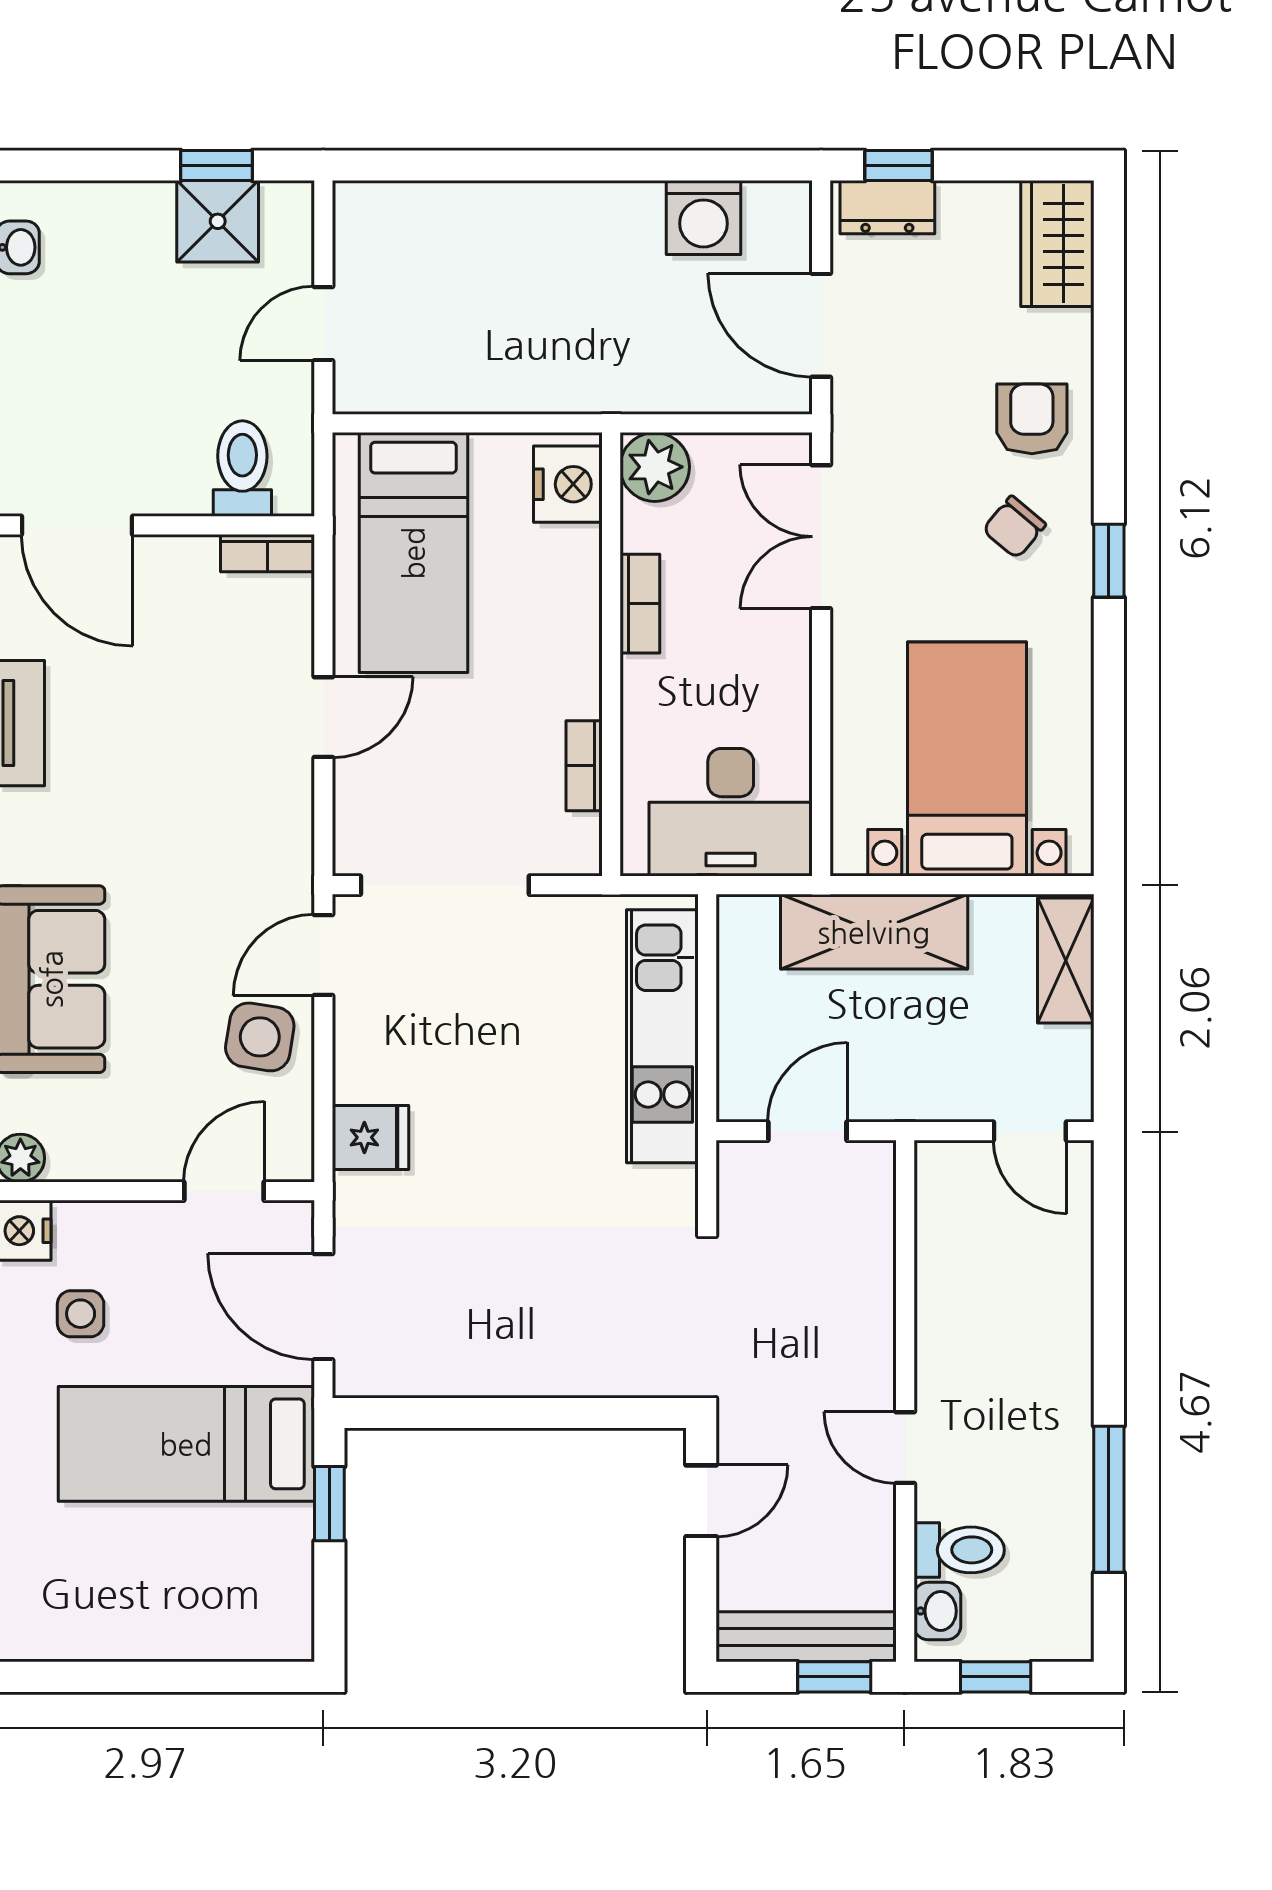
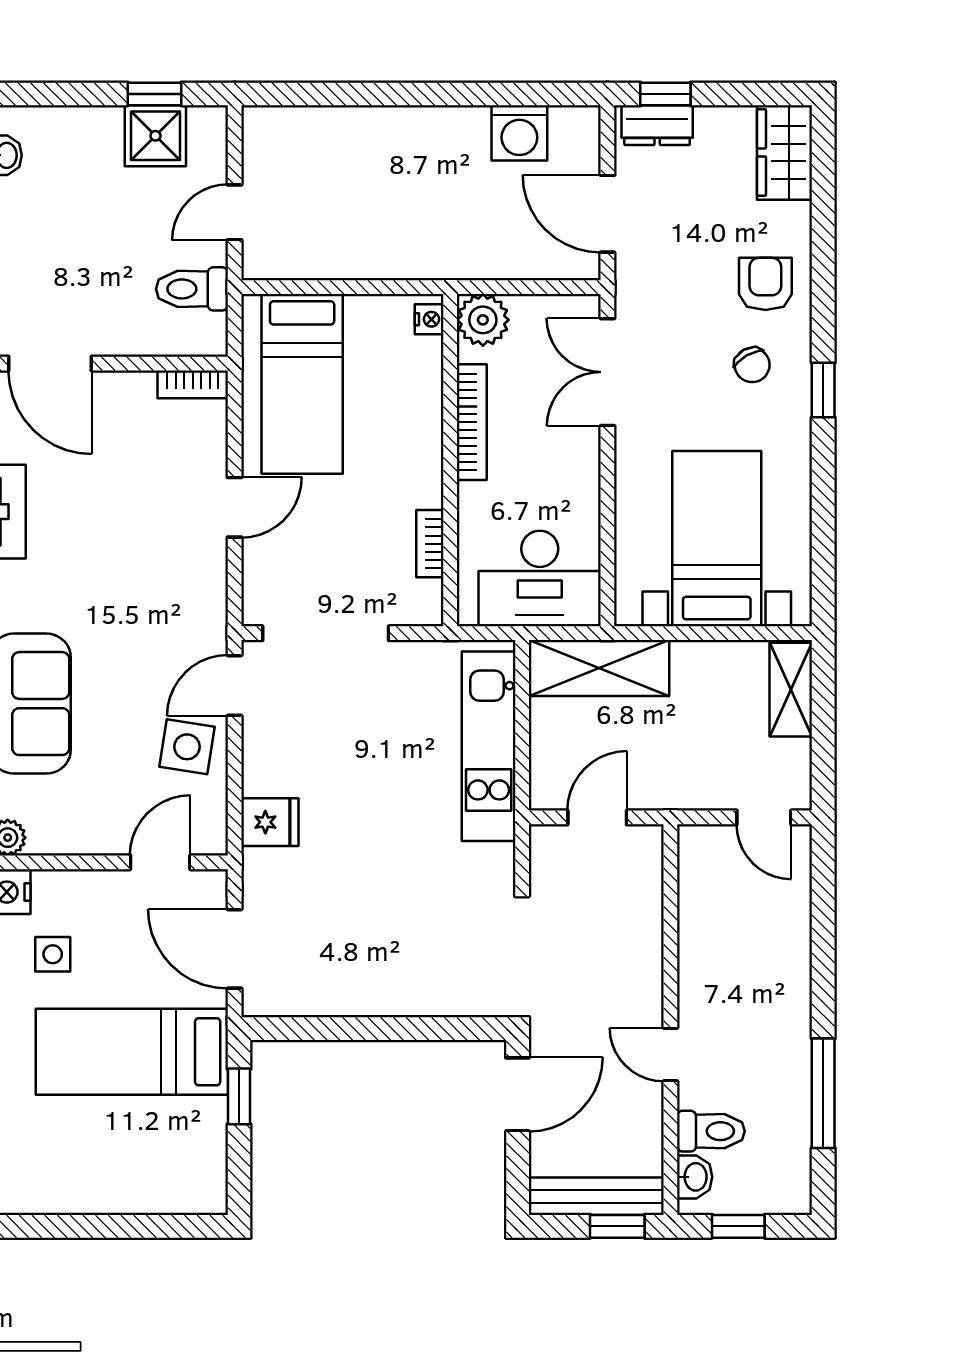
toilet: (242, 468) -> (192, 289), moved, turned -90
nightstand: (568, 484) -> (429, 319), width x0.53, depth x0.56
chair: (1014, 527) -> (752, 365), turned -70
bookcase: (640, 604) -> (472, 422), width x1.56
shelving: (874, 932) -> (599, 668), moved
door: (701, 1501) -> (518, 1094), width x1.38

